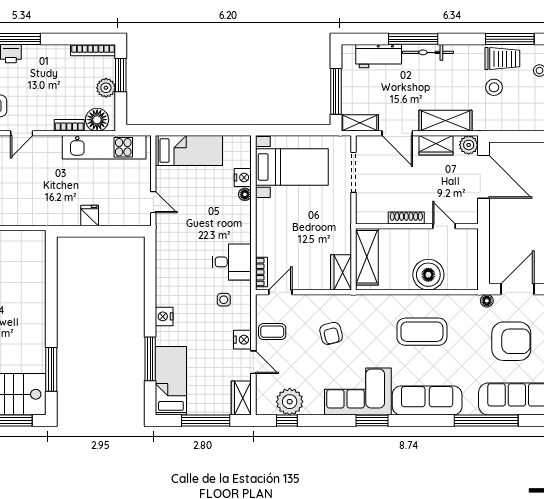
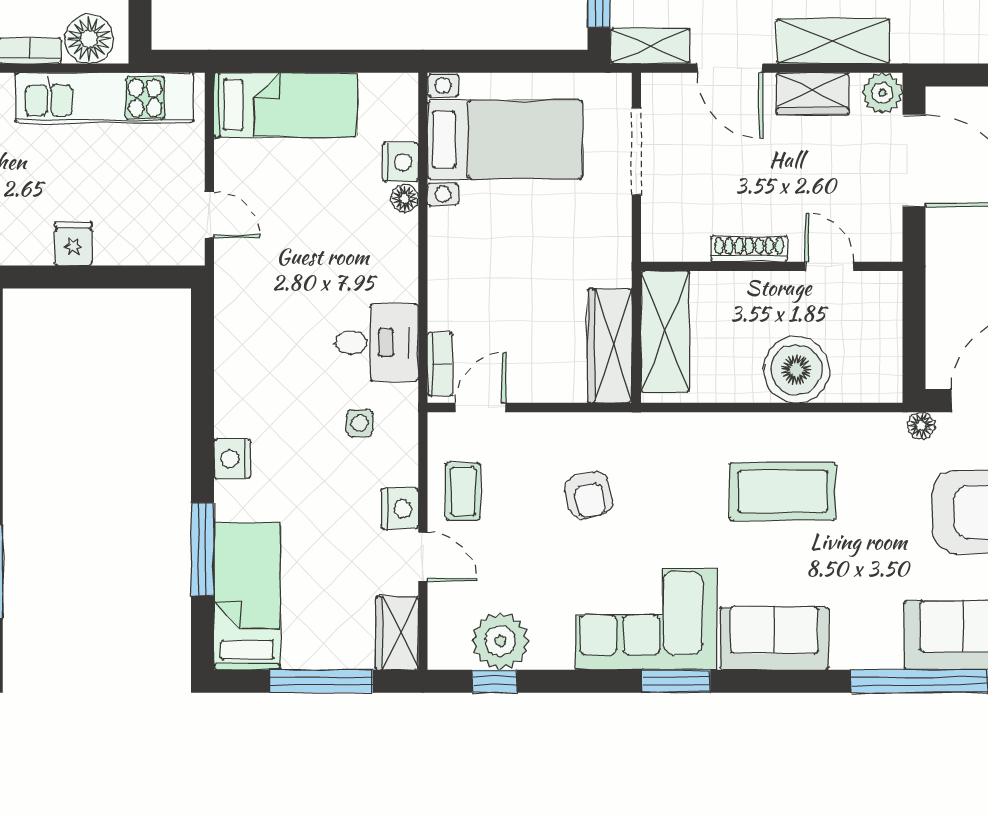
wardrobe: (341, 272) -> (610, 346), width x1.50
coffee table: (272, 332) -> (463, 491), turned 90
sofa: (427, 400) -> (774, 638), width x0.73

